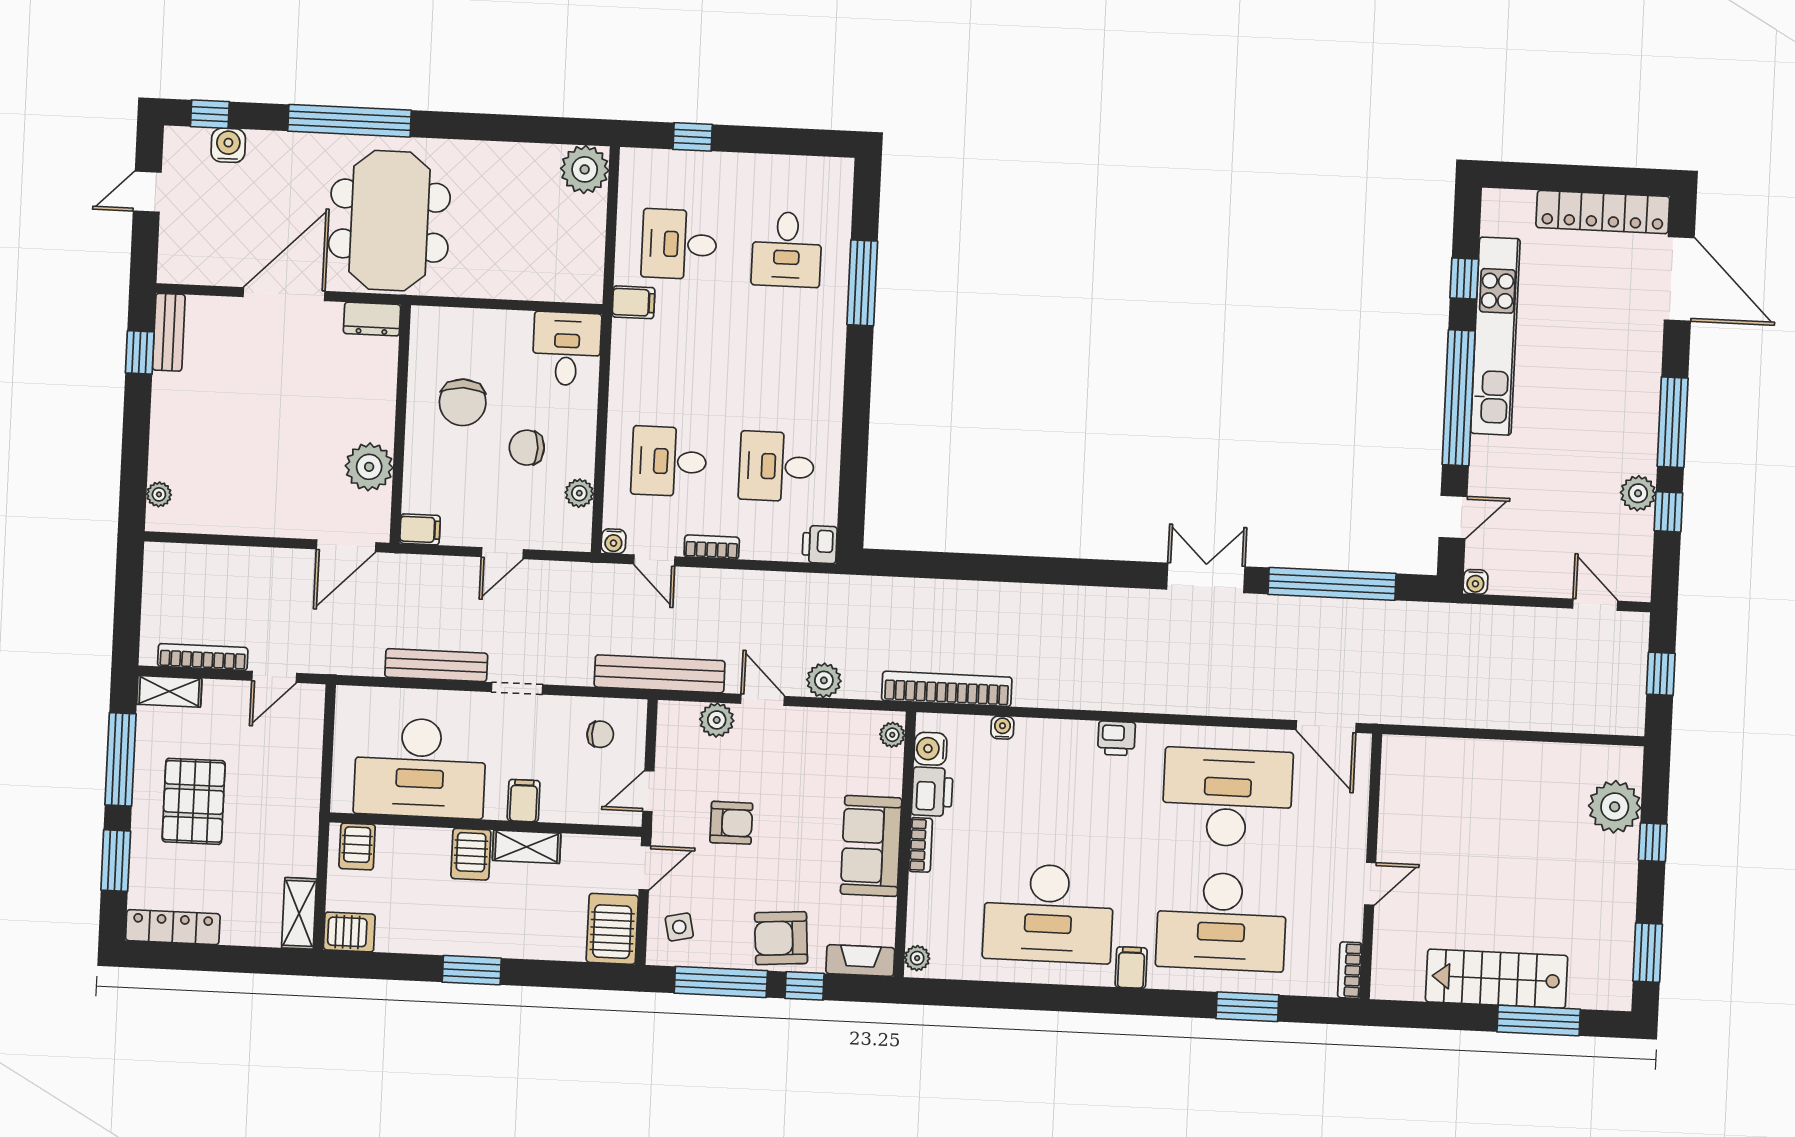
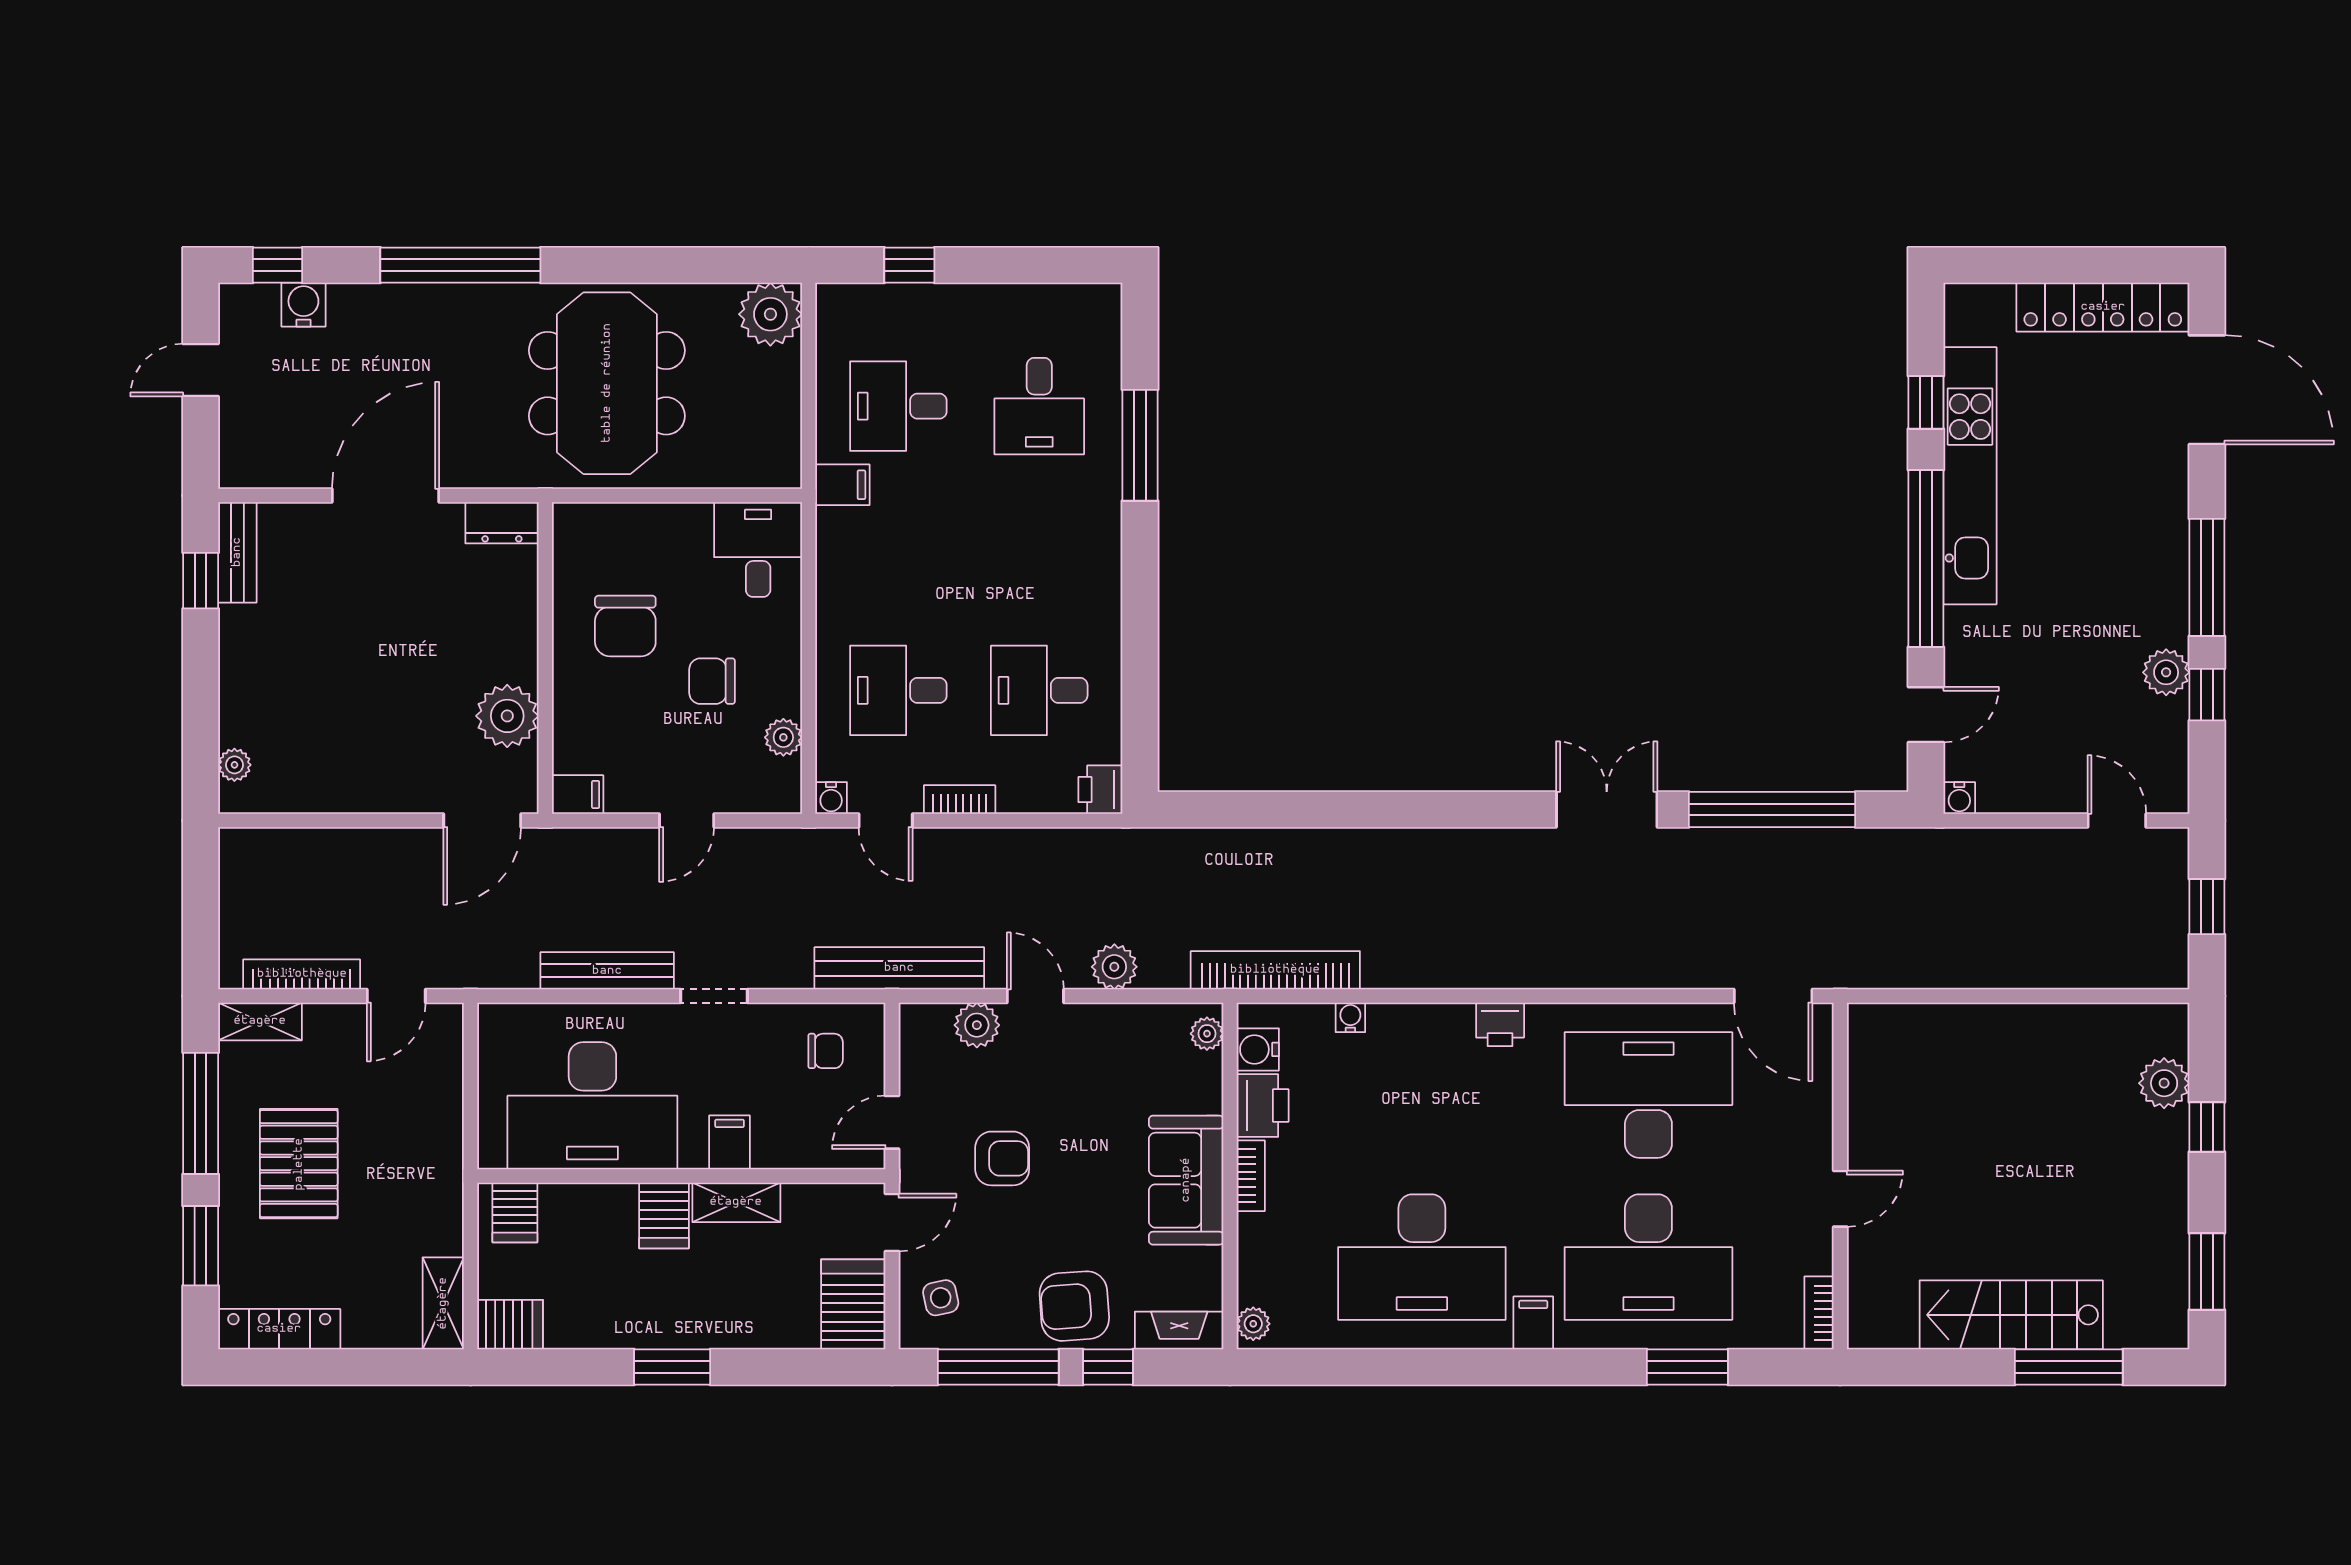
meeting table: (389, 221) -> (607, 383), moved
plant: (1615, 807) -> (2164, 1083), width x0.73, depth x0.73

